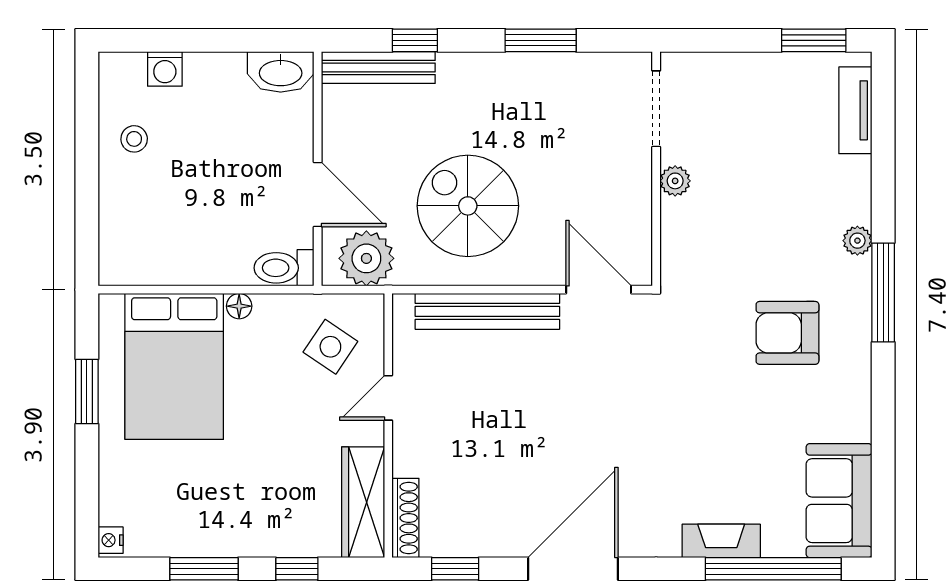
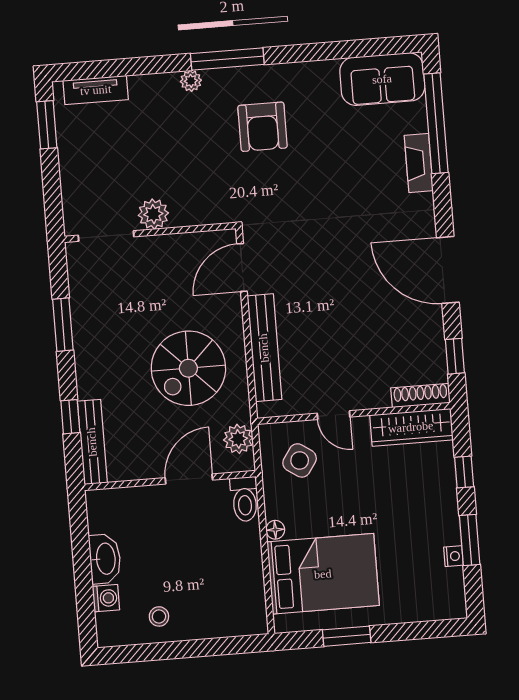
washbasin: (281, 72) -> (105, 559), moved
plant: (675, 181) -> (153, 214), width x1.38, depth x1.38
plant: (366, 258) -> (238, 439), width x0.73, depth x0.73
nightstand: (111, 540) -> (453, 556), moved, turned -90

